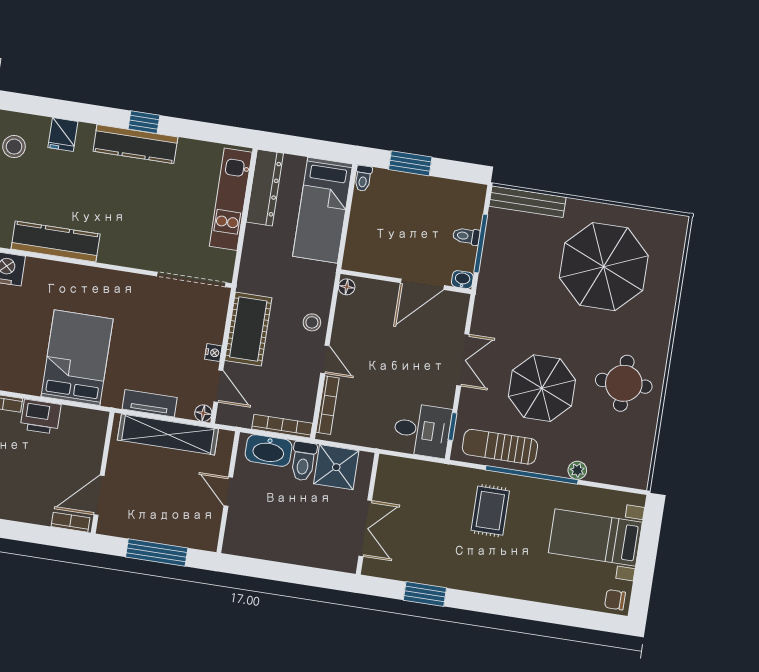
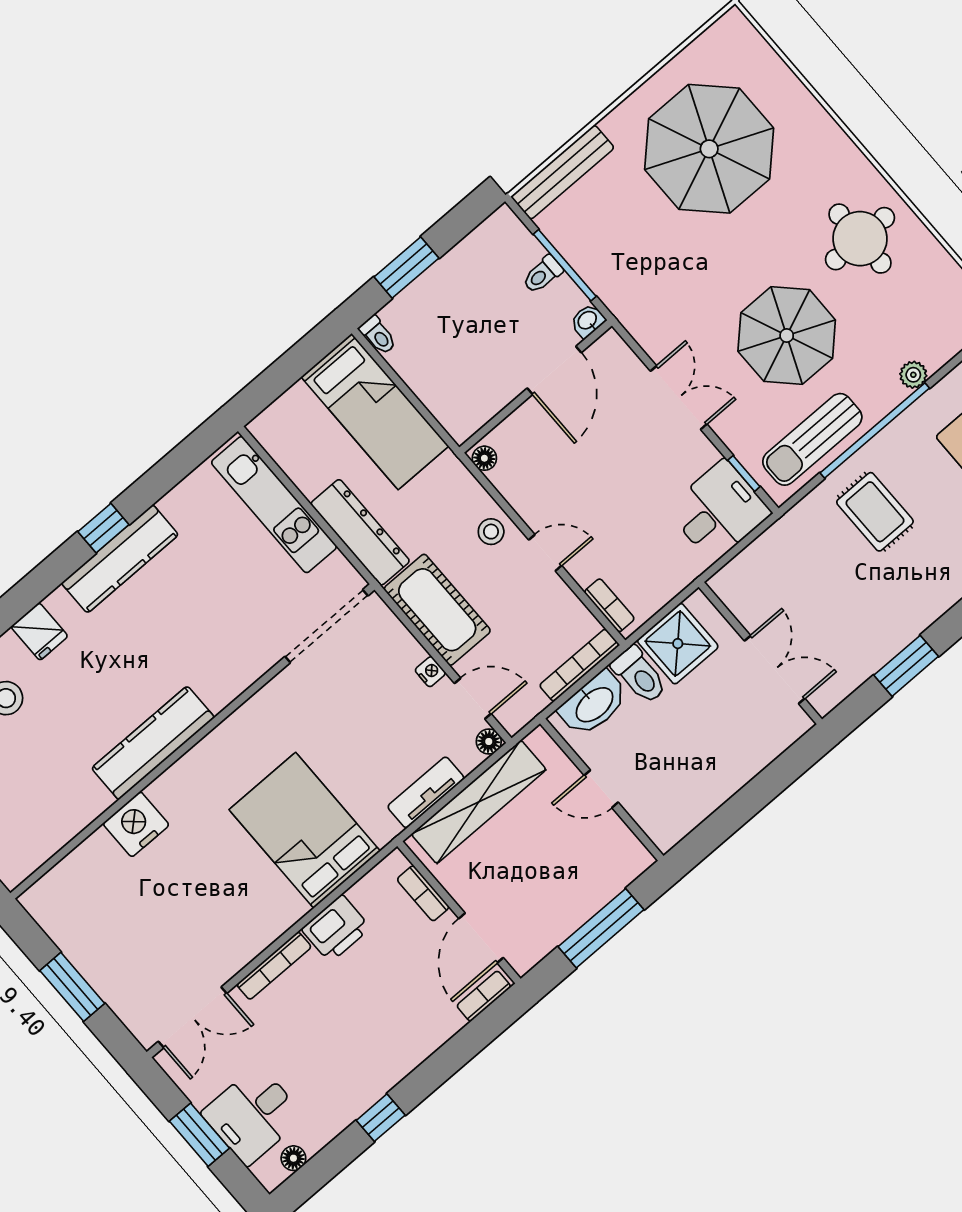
dresser: (265, 188) -> (360, 532), moved
bookcase: (328, 405) -> (609, 605), width x0.64
bookcase: (97, 446) -> (423, 893), added

